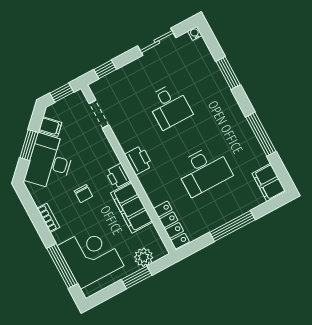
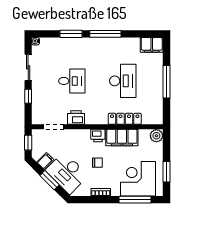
window: (105, 69) -> (28, 96), moved
window: (261, 134) -> (105, 34), moved
printer: (139, 160) -> (76, 118), moved
locker: (171, 225) -> (125, 119), moved
plant: (144, 257) -> (156, 136), moved
window: (137, 277) -> (166, 172), moved

